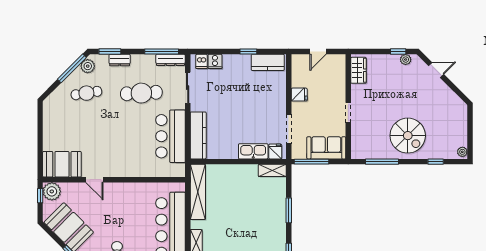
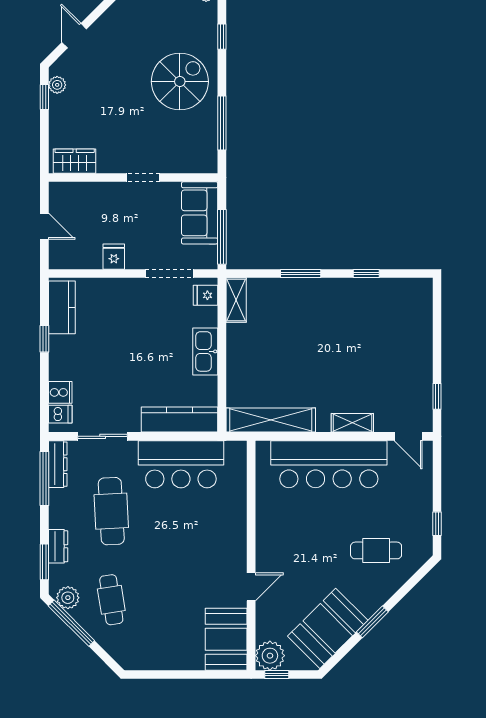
kitchen sink: (253, 151) -> (205, 351), moved

